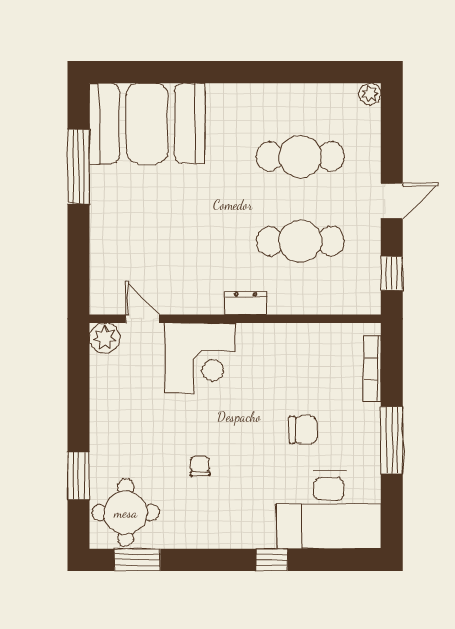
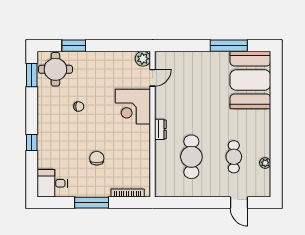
plant: (370, 94) -> (265, 163), moved
cafe table: (300, 156) -> (234, 157), width x0.73, depth x0.74
door: (392, 201) -> (239, 203), moved
window: (392, 273) -> (175, 203), removed
chair: (303, 430) -> (97, 158), turned 180
desk: (329, 510) -> (52, 183), width x0.53, depth x0.77

